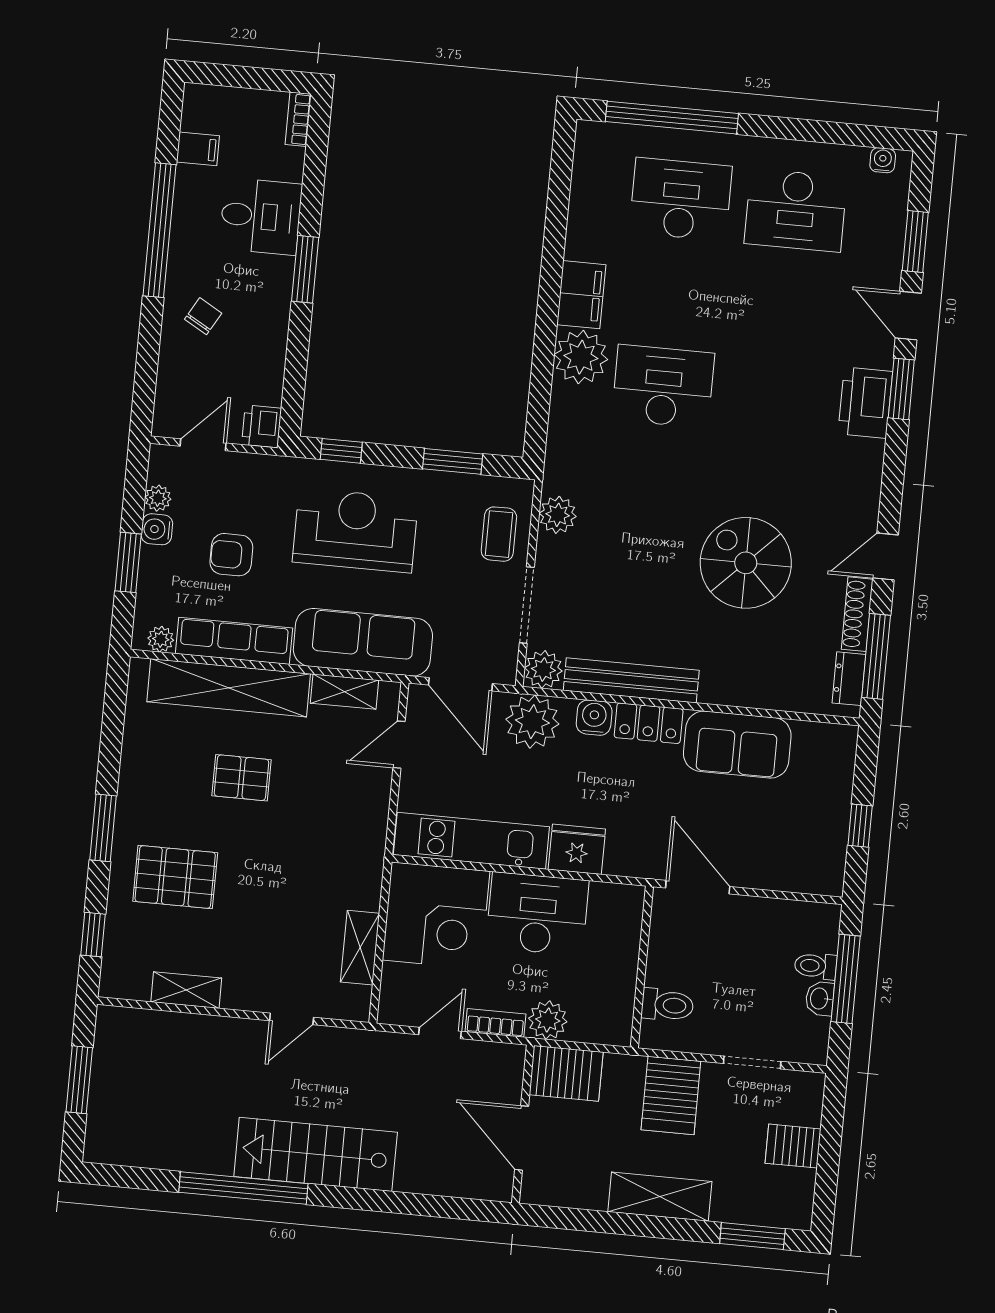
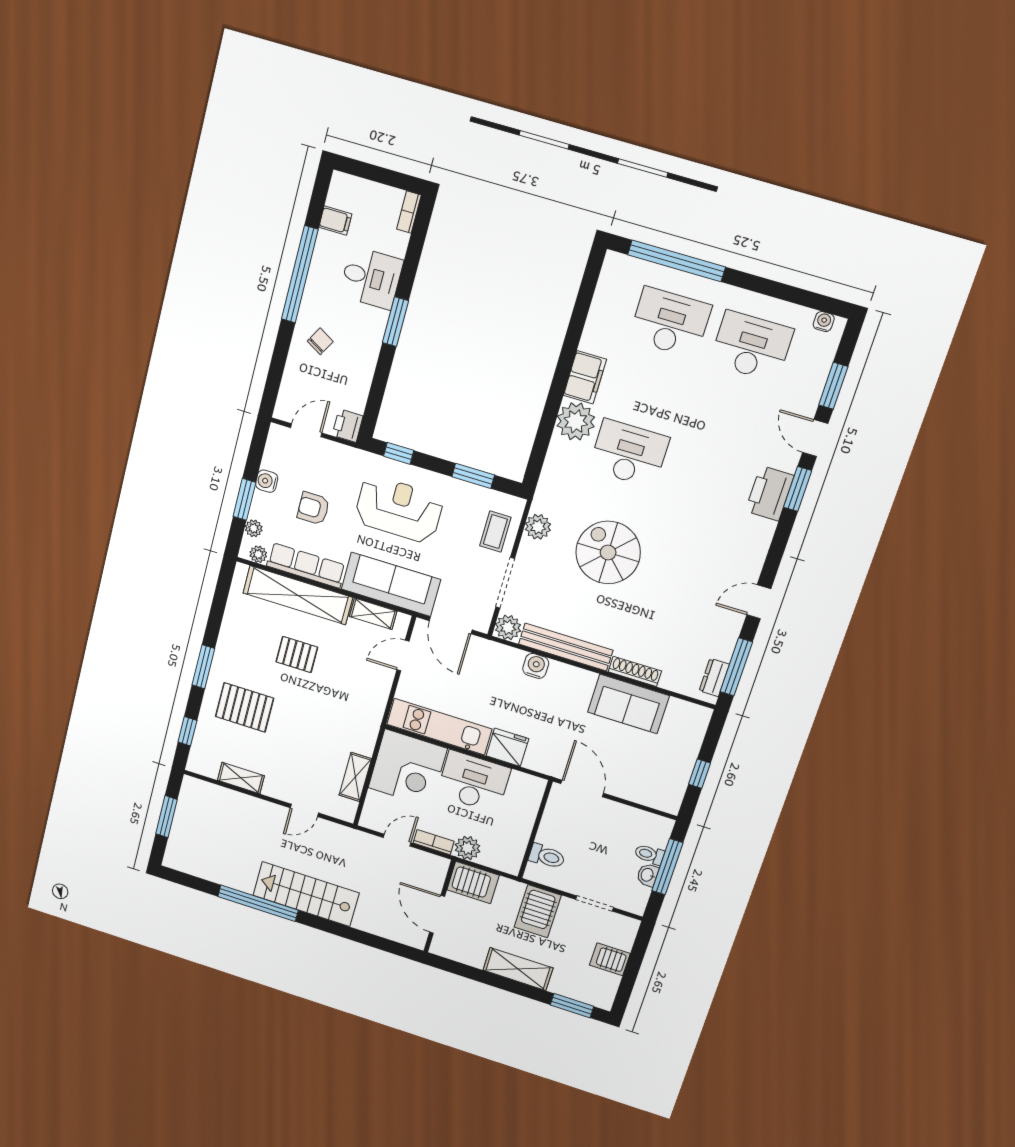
desk: (796, 210) -> (751, 346), turned 180
plant: (158, 498) -> (254, 528), moved
spiral stairs: (746, 563) -> (608, 552), moved
shoe rack: (857, 614) -> (635, 671), moved, turned 90
plant: (532, 722) -> (494, 660), removed
locker: (649, 723) -> (572, 677), removed

